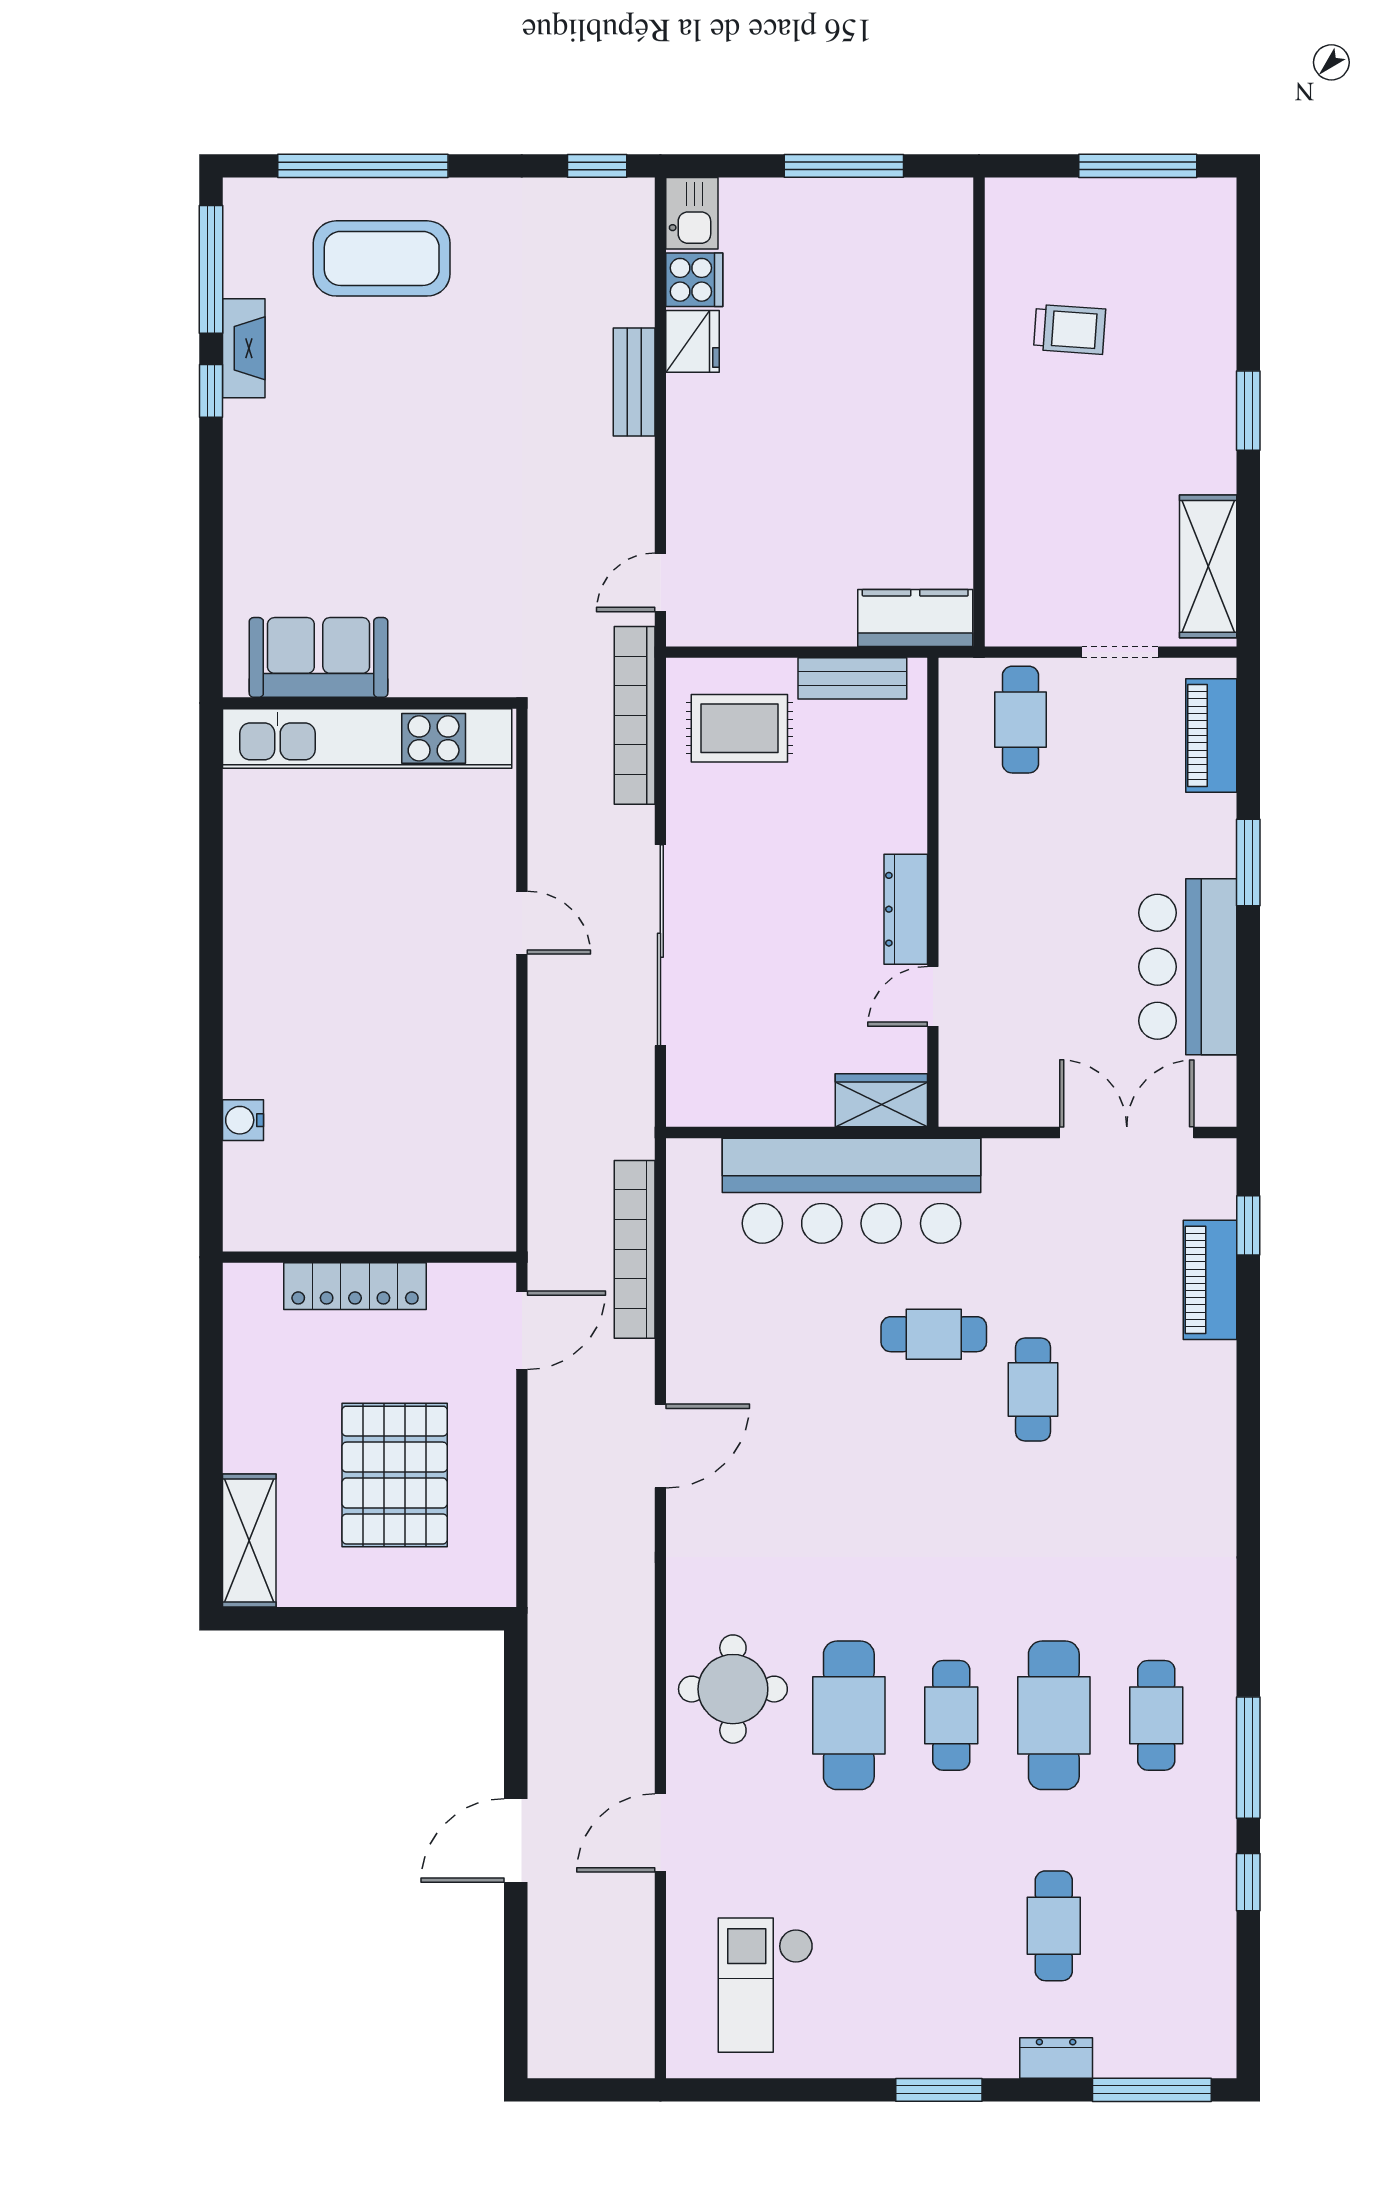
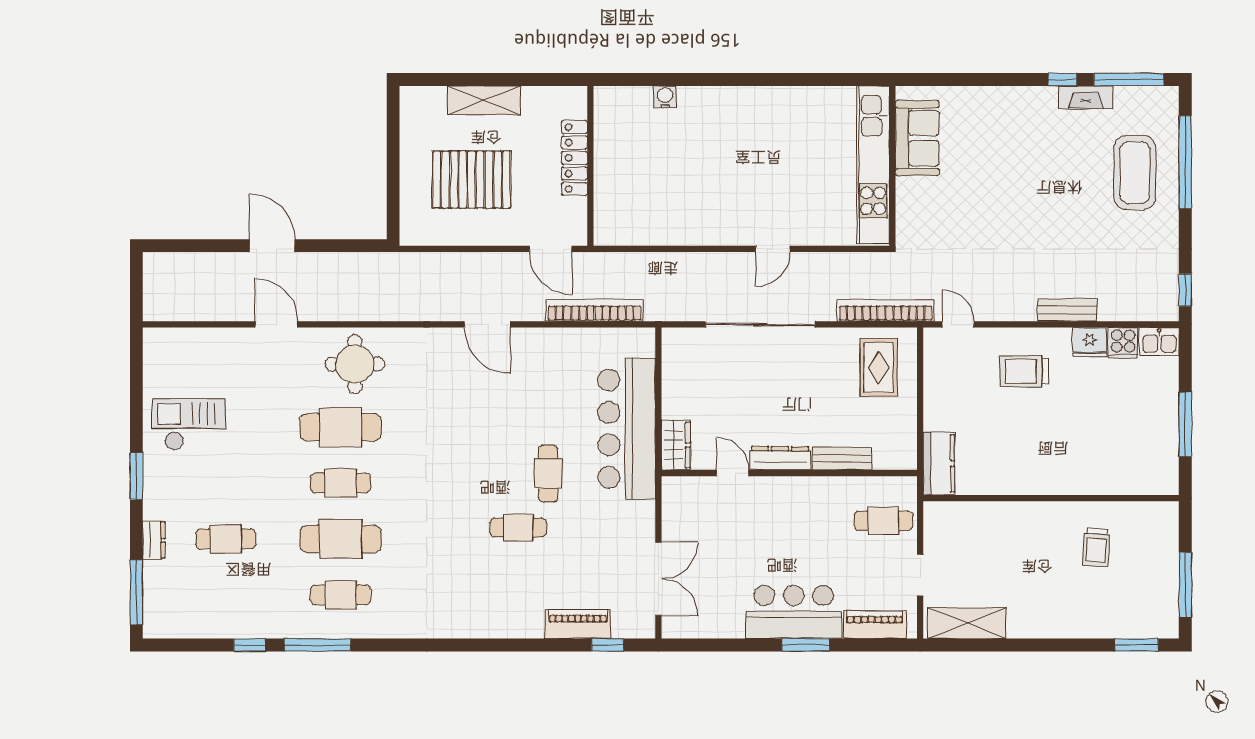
window: (1248, 411) -> (1137, 645), moved
trolley: (746, 461) -> (1024, 371), added
bench: (852, 678) -> (842, 459), moved, turned 90
bar counter: (1188, 967) -> (794, 612), moved
shelving: (249, 1540) -> (484, 100), moved
checkout: (766, 1985) -> (189, 424), moved

